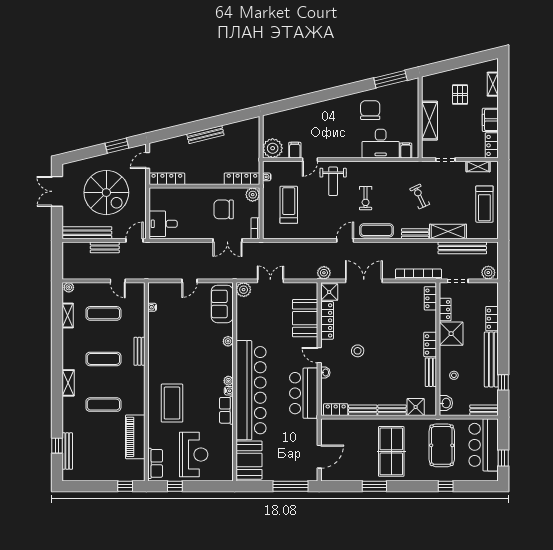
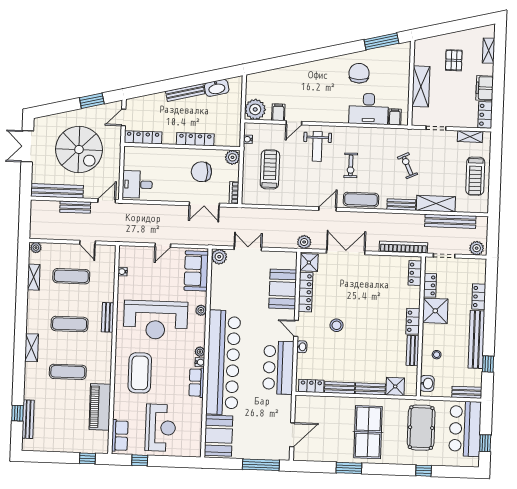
washbasin: (235, 129) -> (217, 88), added
locker: (242, 179) -> (195, 139), moved
reception desk: (185, 352) -> (156, 320), added

